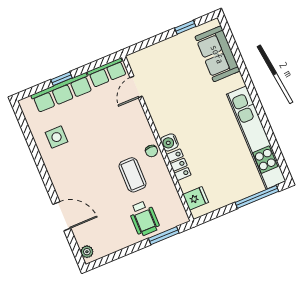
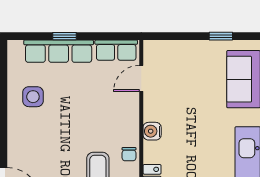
water cooler: (169, 142) -> (152, 131), moved

